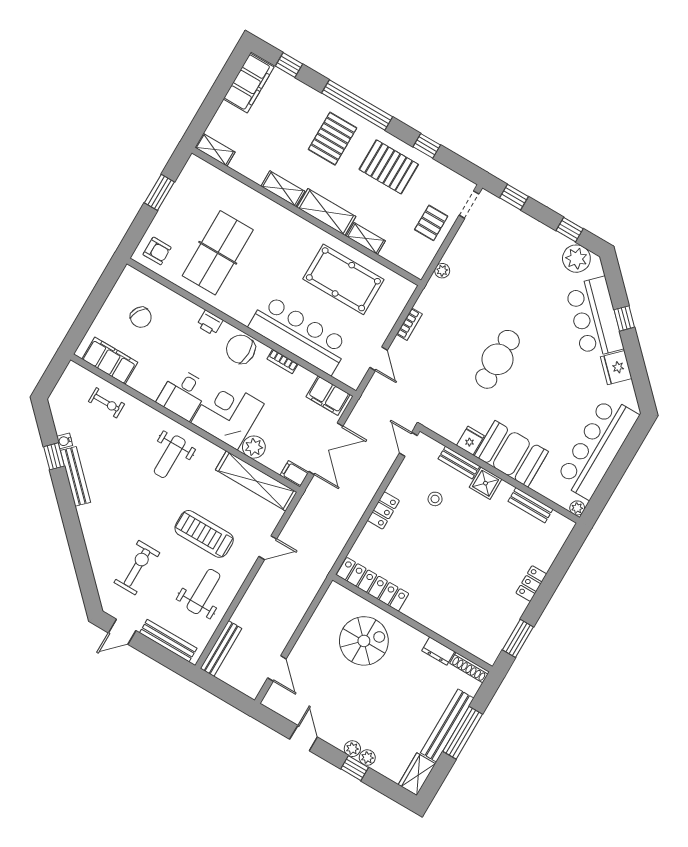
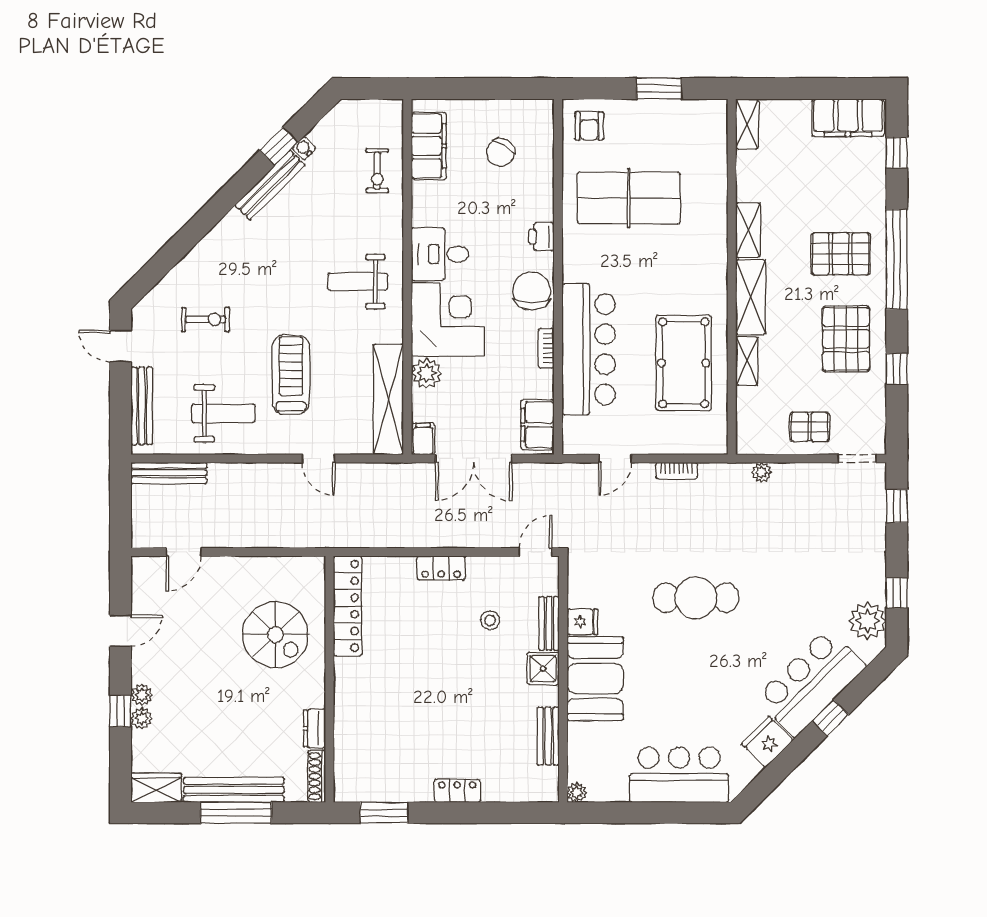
bar counter: (597, 448) -> (679, 775), width x0.73
exercise bike: (137, 568) -> (206, 319), width x0.73, depth x0.72

